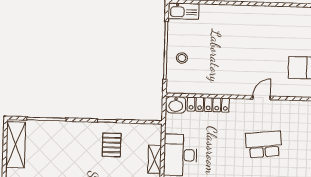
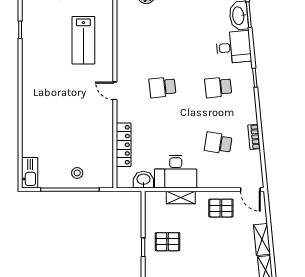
washbasin: (176, 105) -> (143, 180), moved, turned -90
school desk: (264, 144) -> (162, 87), width x0.54

